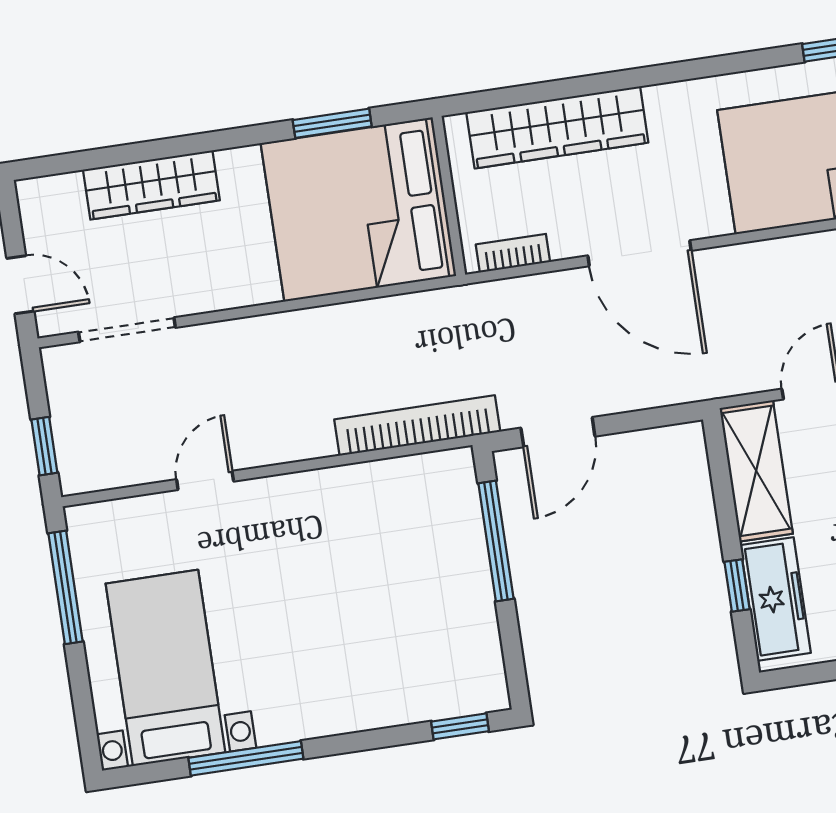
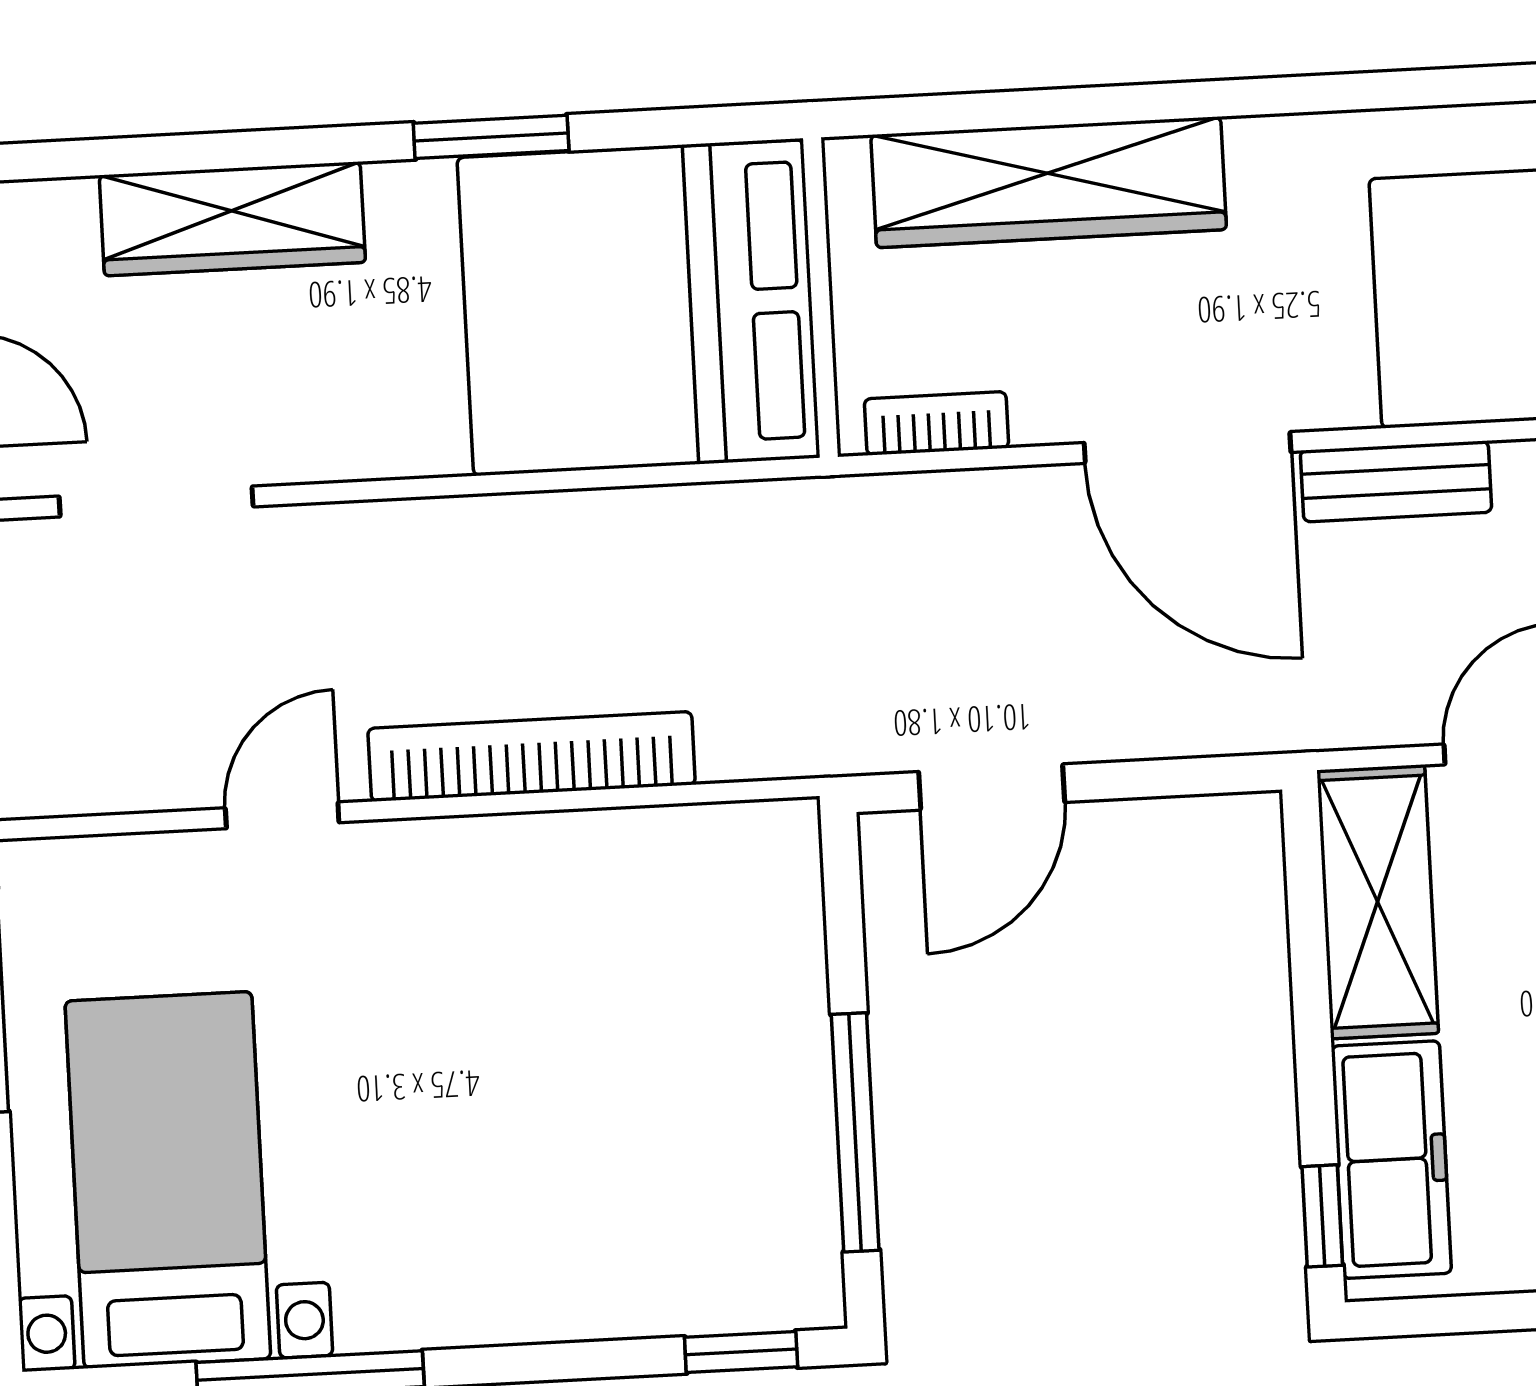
window: (332, 123) -> (491, 137), moved
bench: (745, 260) -> (1396, 481), added
bookcase: (417, 425) -> (532, 757), moved
window: (496, 541) -> (855, 1132), moved
window: (737, 586) -> (1322, 1216), moved

